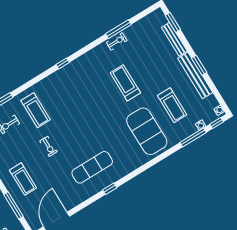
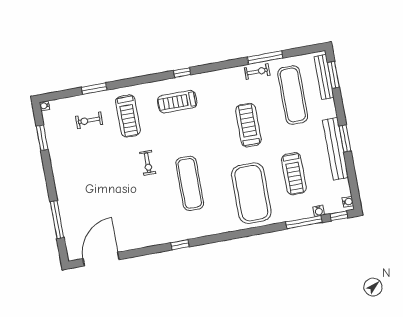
bench: (174, 39) -> (324, 77), moved
exercise mat: (149, 48) -> (293, 95), added
exercise bike: (48, 146) -> (148, 163), moved
exercise mat: (92, 167) -> (190, 183), moved, turned 90
treadmill: (23, 179) -> (177, 102), moved, turned 90

